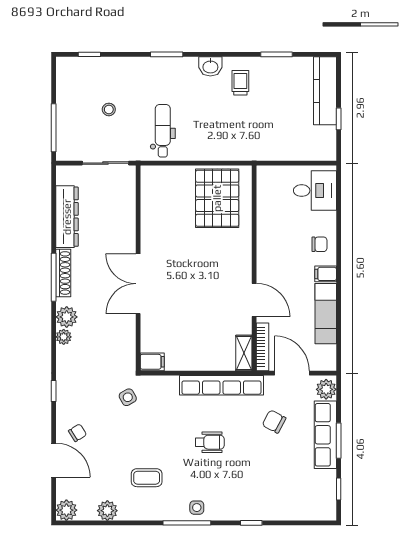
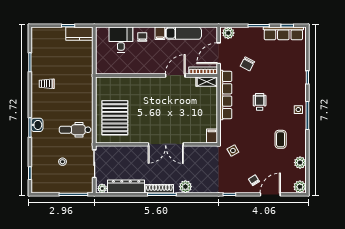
washbasin: (210, 66) -> (37, 125), moved
kitchen counter: (325, 91) -> (79, 34), moved, width x0.67
desk: (315, 191) -> (121, 40), moved
pallet: (217, 198) -> (115, 118), moved, turned 90
plant: (64, 337) -> (102, 188), moved
row of seats: (325, 435) -> (283, 33), moved

